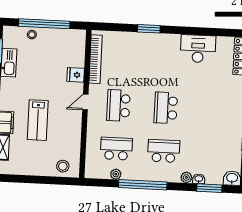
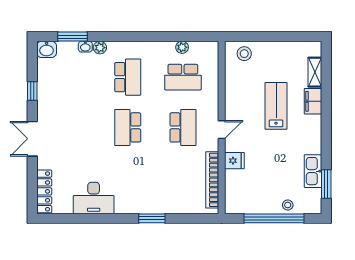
school desk: (166, 108) -> (128, 127), turned 180
school desk: (164, 151) -> (128, 77), turned -90
window: (143, 185) -> (150, 37), removed

